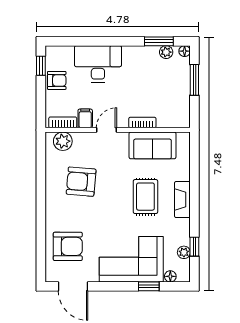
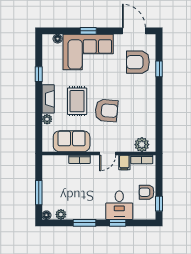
window: (94, 41) -> (118, 223), added
window: (159, 41) -> (84, 223), moved
desk: (98, 64) -> (119, 205), width x0.73
armchair: (81, 182) -> (106, 110), moved
window: (41, 238) -> (159, 69), added
window: (194, 247) -> (39, 74), moved
plant: (184, 252) -> (47, 119), moved
window: (149, 286) -> (88, 31), moved

